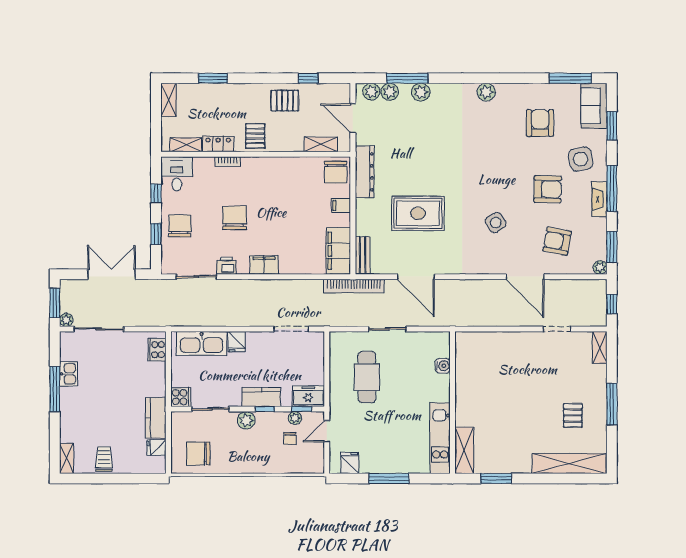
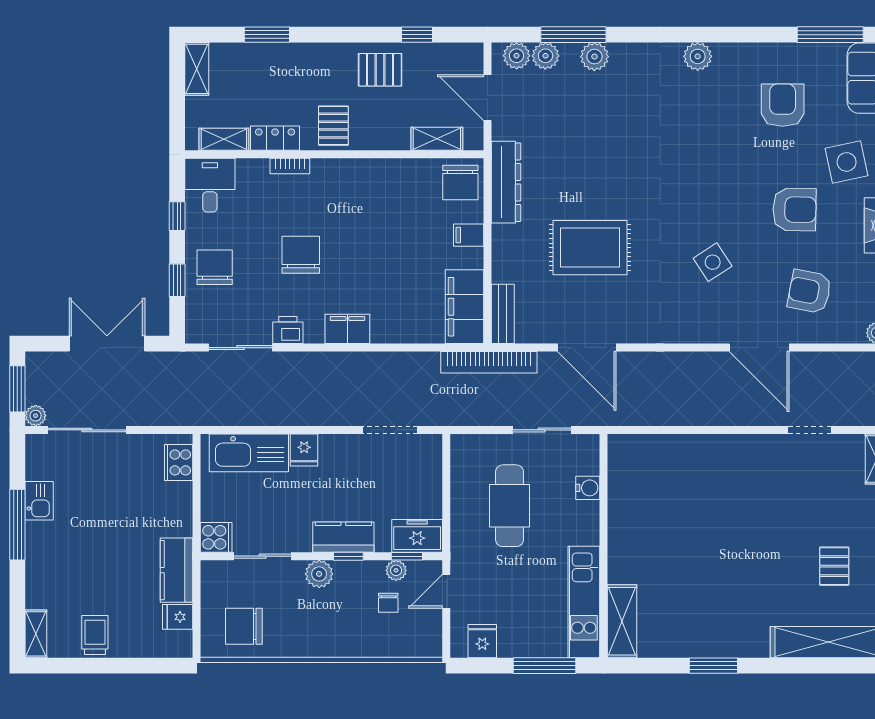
water cooler: (443, 366) -> (588, 488), moved
wall: (453, 403) -> (603, 546), moved
kitchen unit: (440, 438) -> (584, 602), moved
shelving: (464, 450) -> (622, 621), moved

